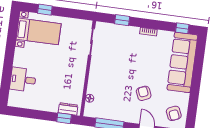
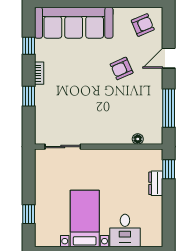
window: (122, 20) -> (29, 96), moved
window: (182, 28) -> (29, 46), moved
bed with nightstands: (39, 31) -> (85, 218), moved
dresser: (68, 109) -> (156, 183), moved

